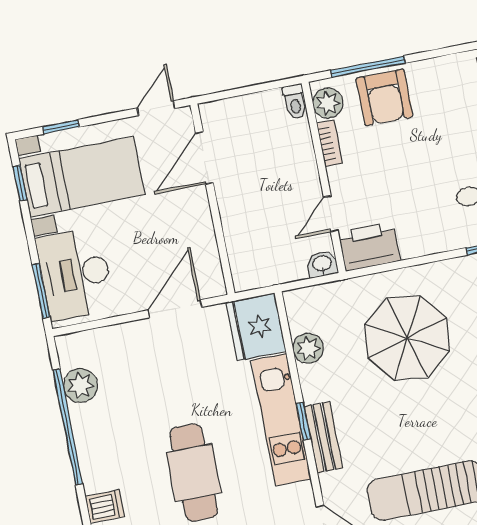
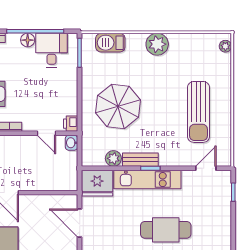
printer: (369, 247) -> (71, 124), width x0.53, depth x0.68
bench: (323, 437) -> (140, 160), moved

